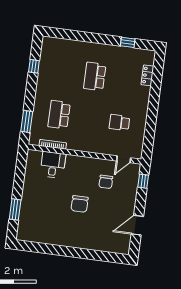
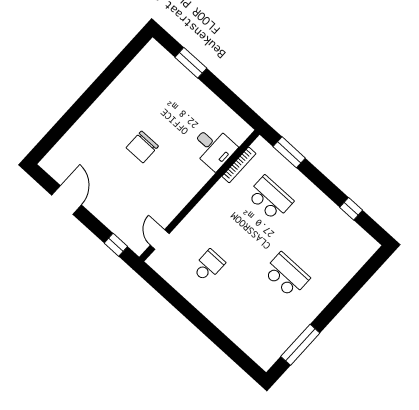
window: (128, 42) -> (300, 345), width x2.17
locker: (147, 75) -> (243, 341), removed
chair: (106, 182) -> (147, 198), removed
chair: (80, 204) -> (142, 147), turned -90

